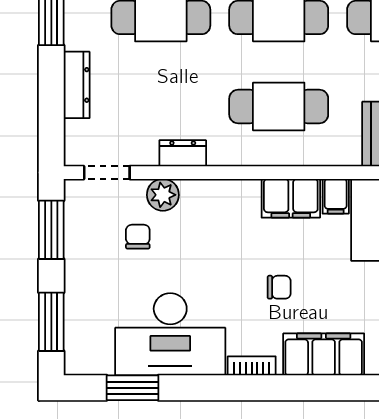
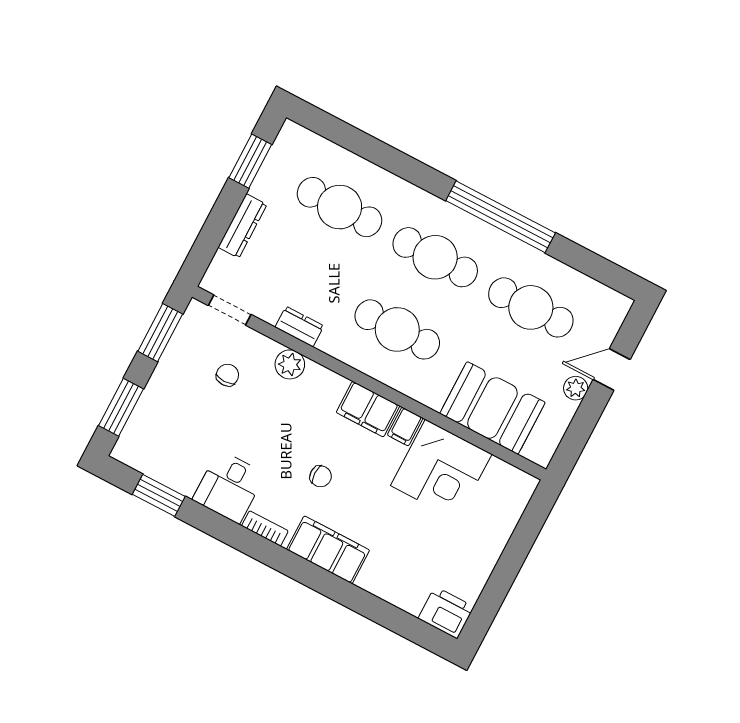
plant: (163, 195) -> (290, 364), moved
desk: (170, 334) -> (229, 487), width x0.53, depth x0.77

